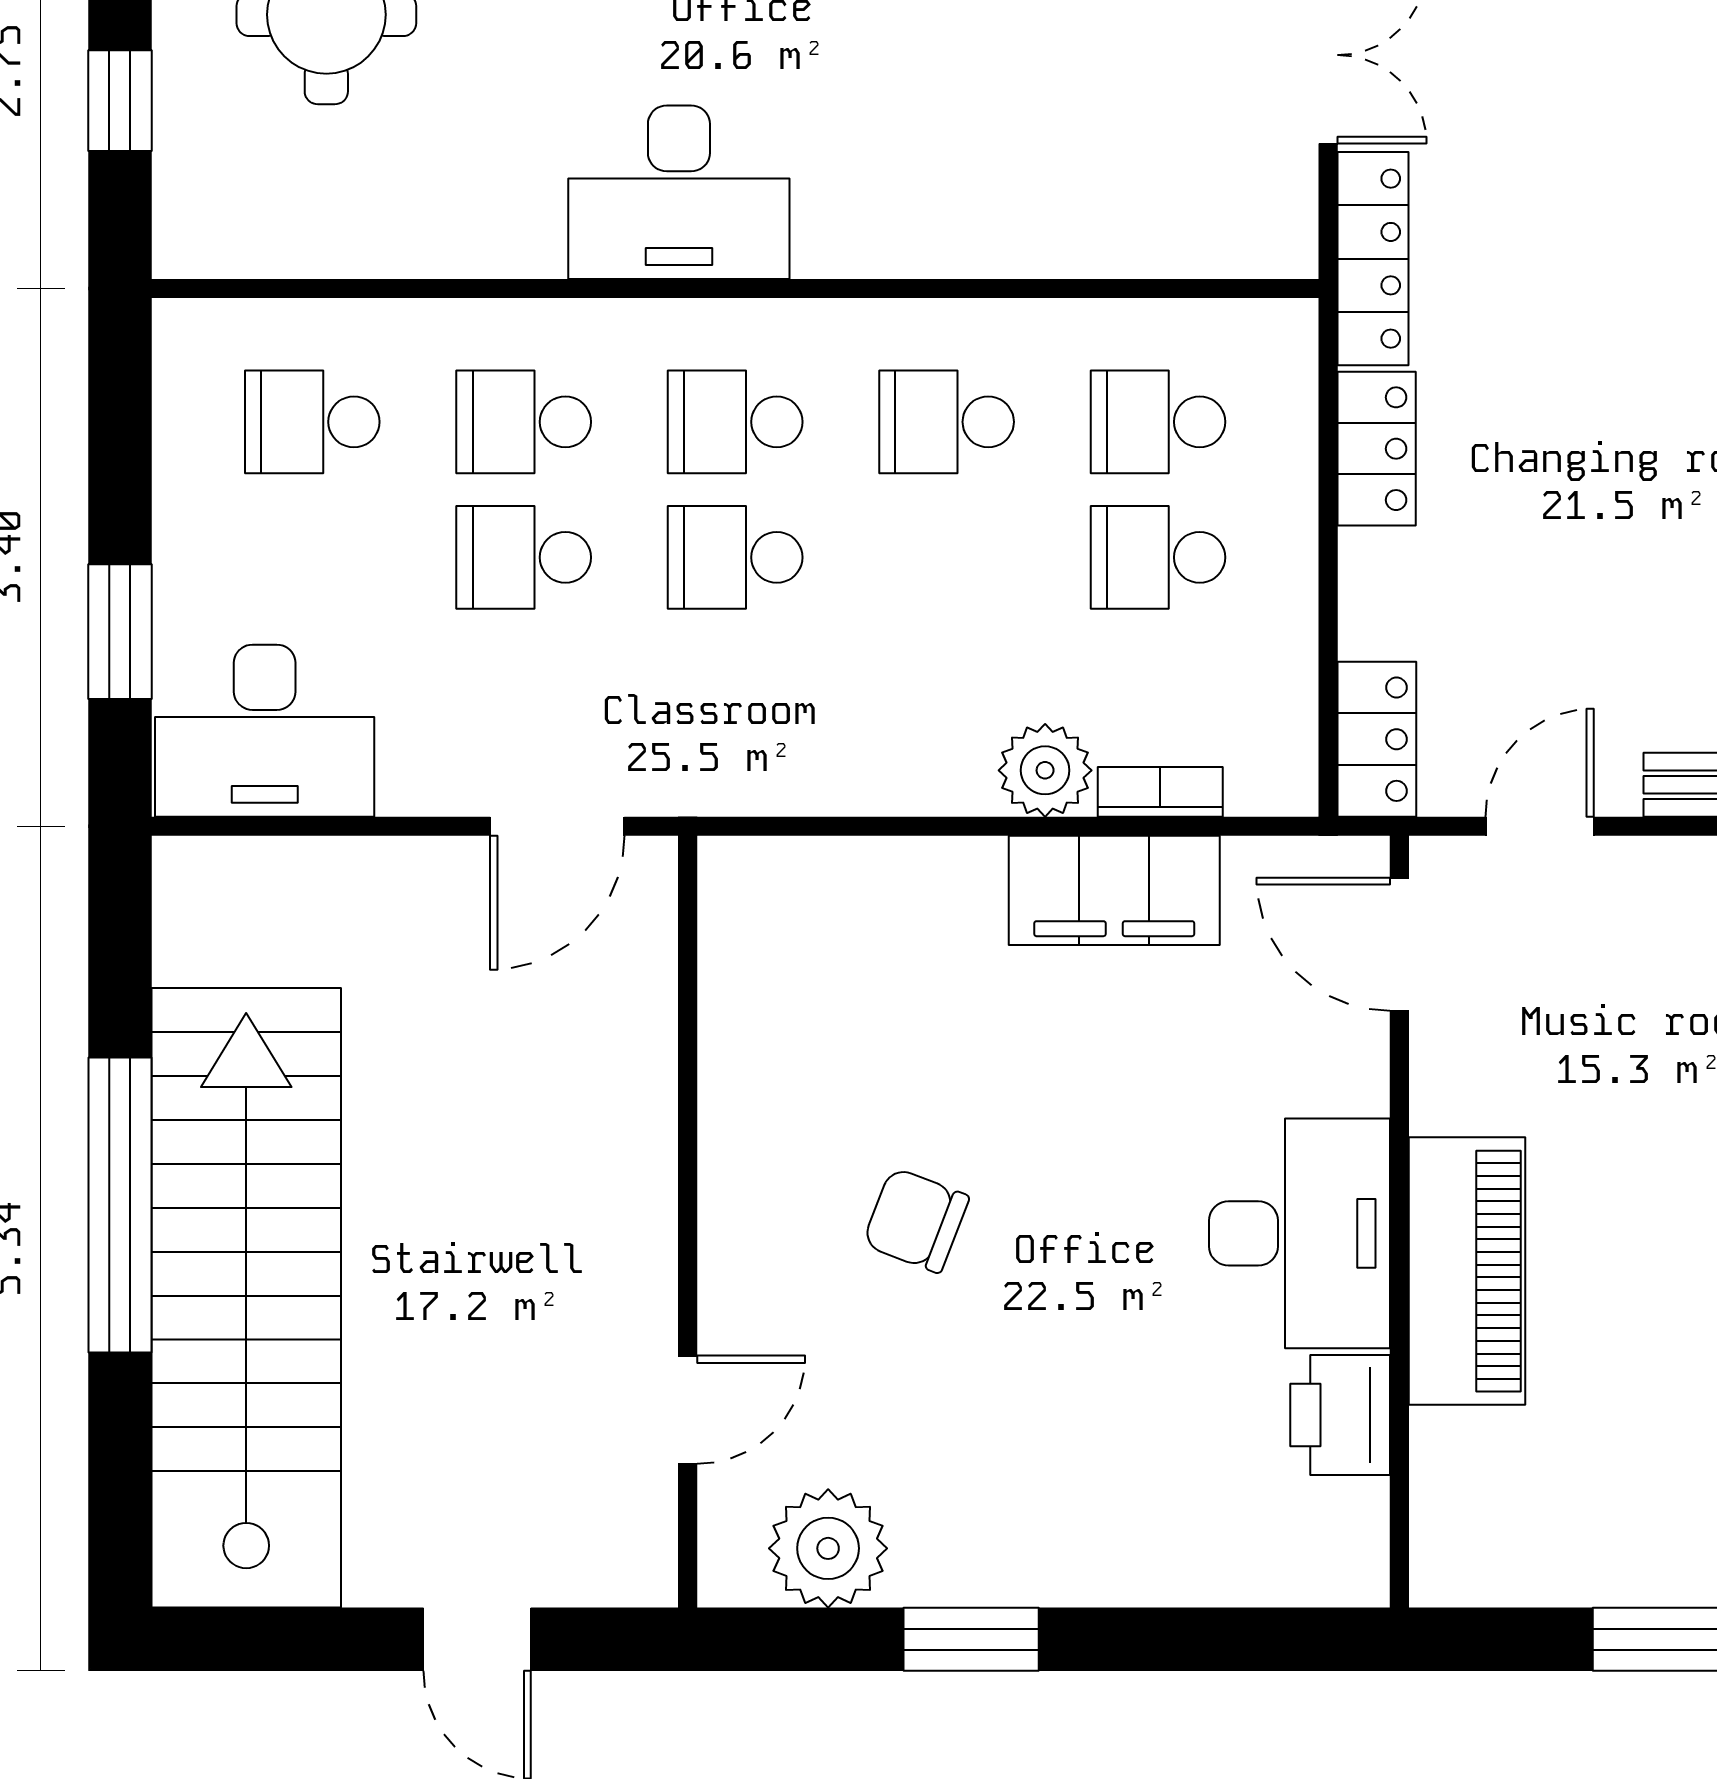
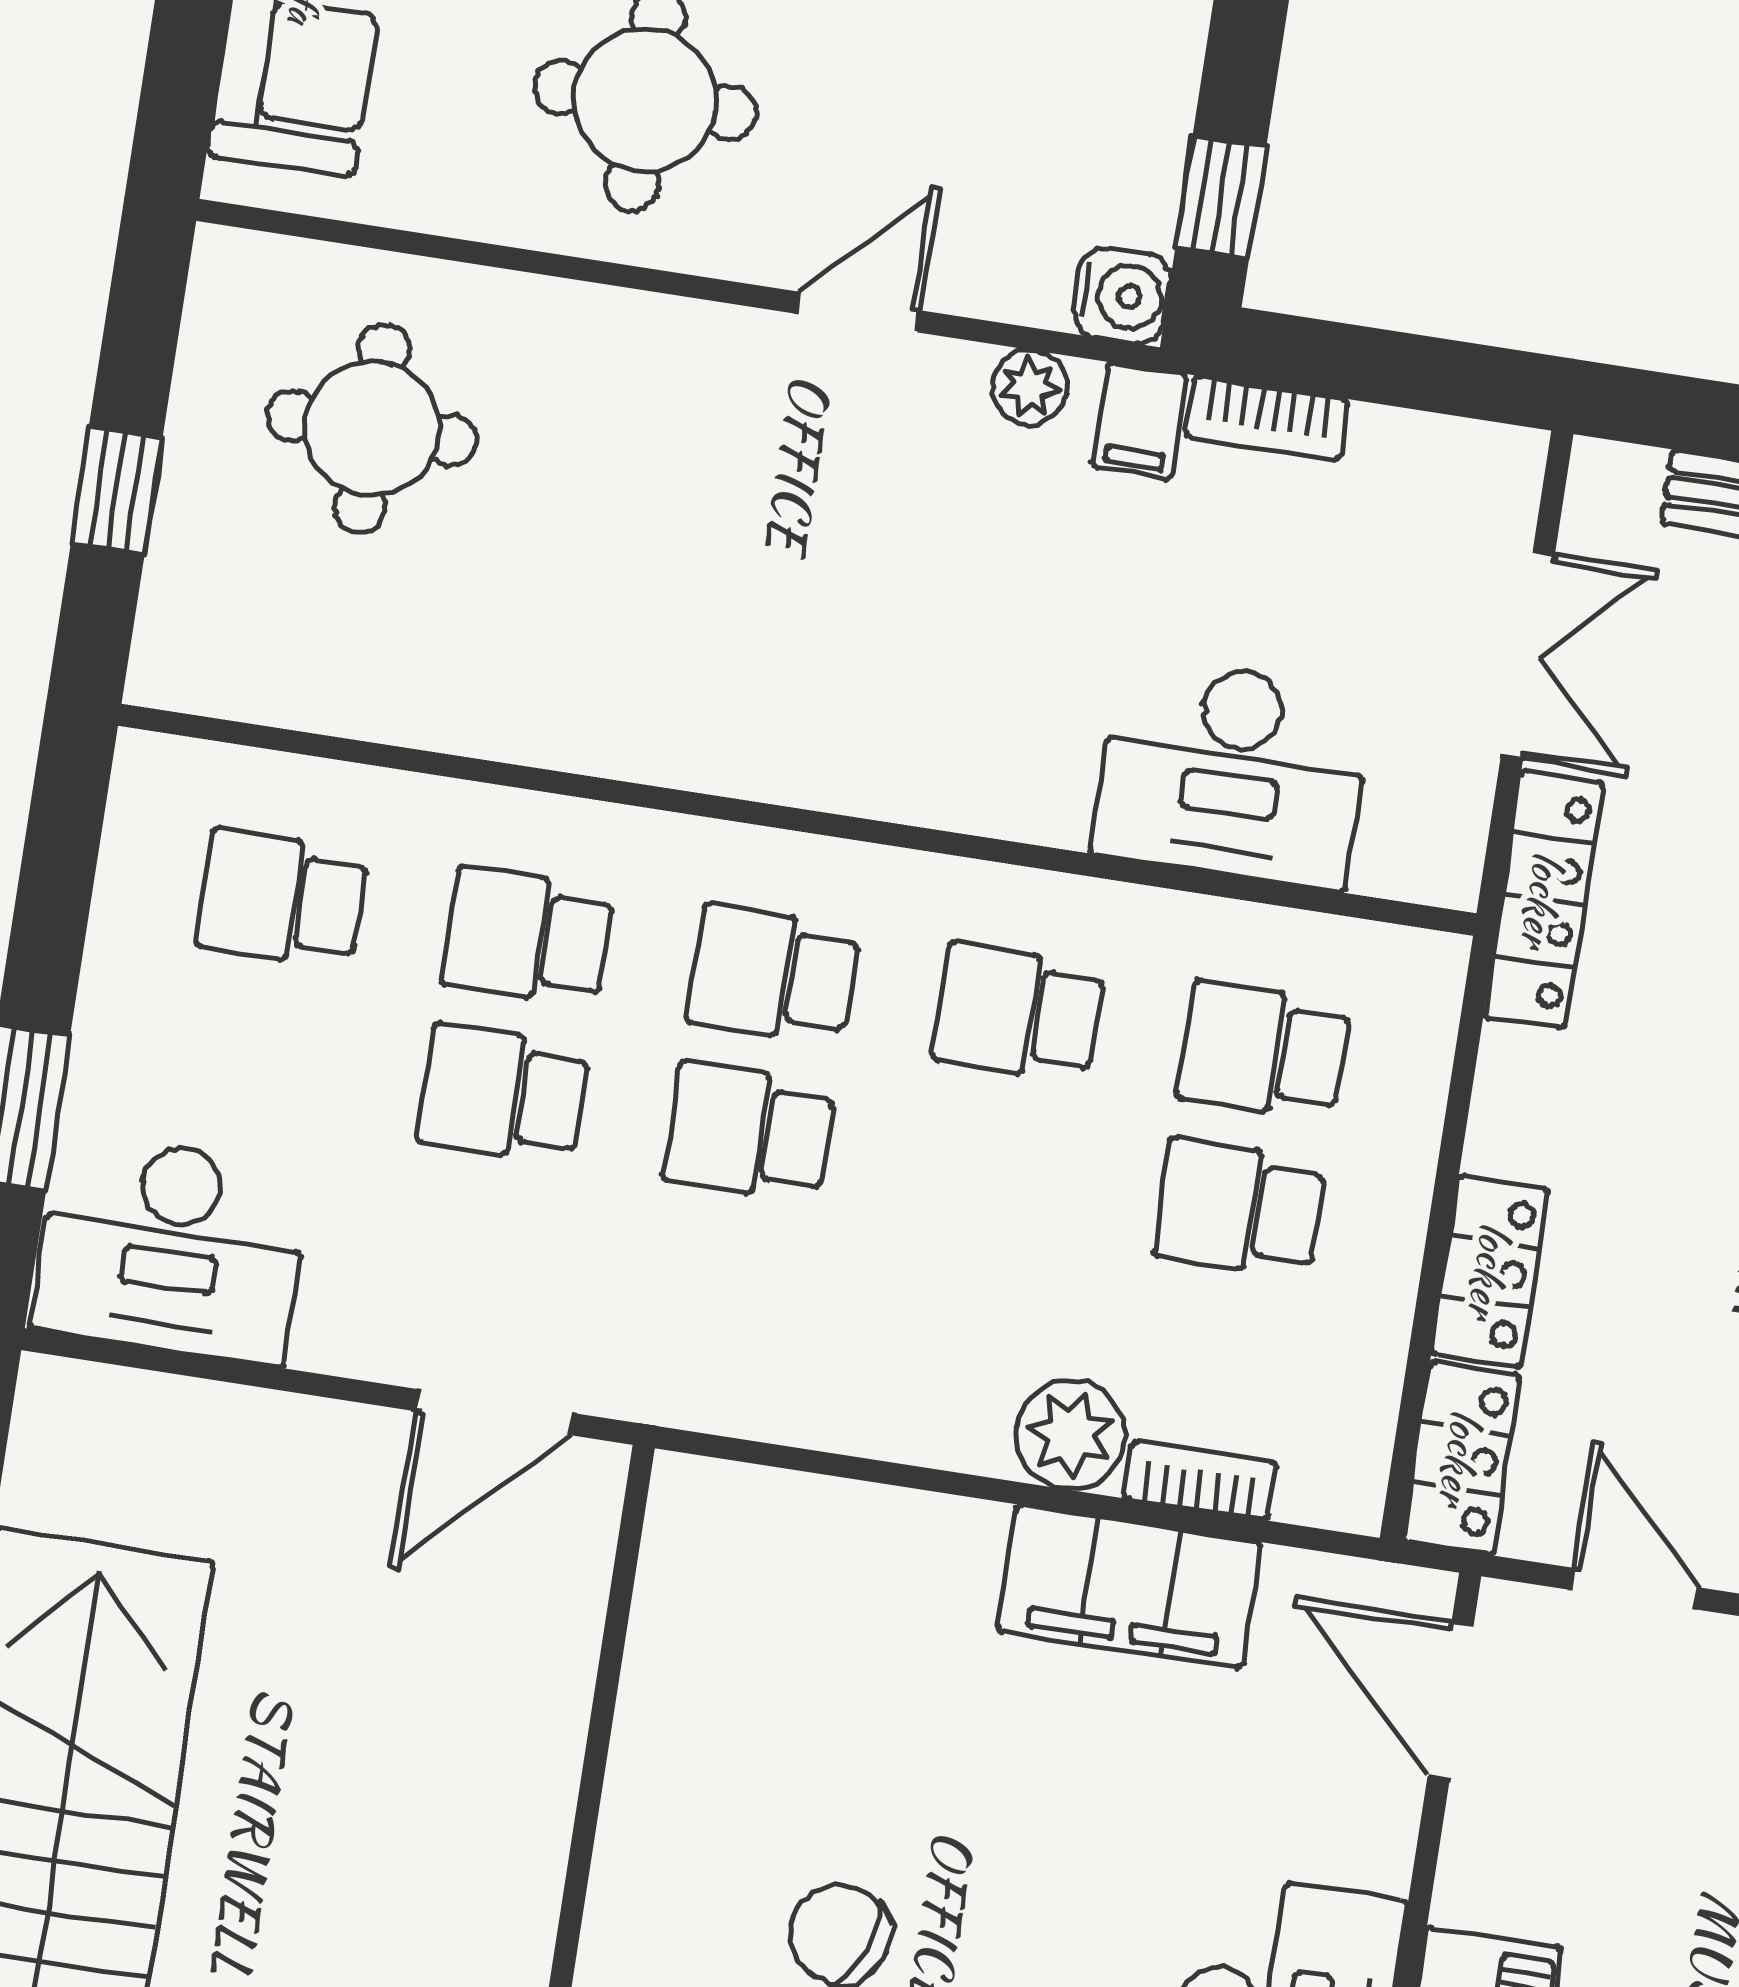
desk: (679, 192) -> (1232, 773), moved
locker: (1377, 449) -> (1490, 1271), moved
door: (1540, 826) -> (1635, 1589), hinge flipped

